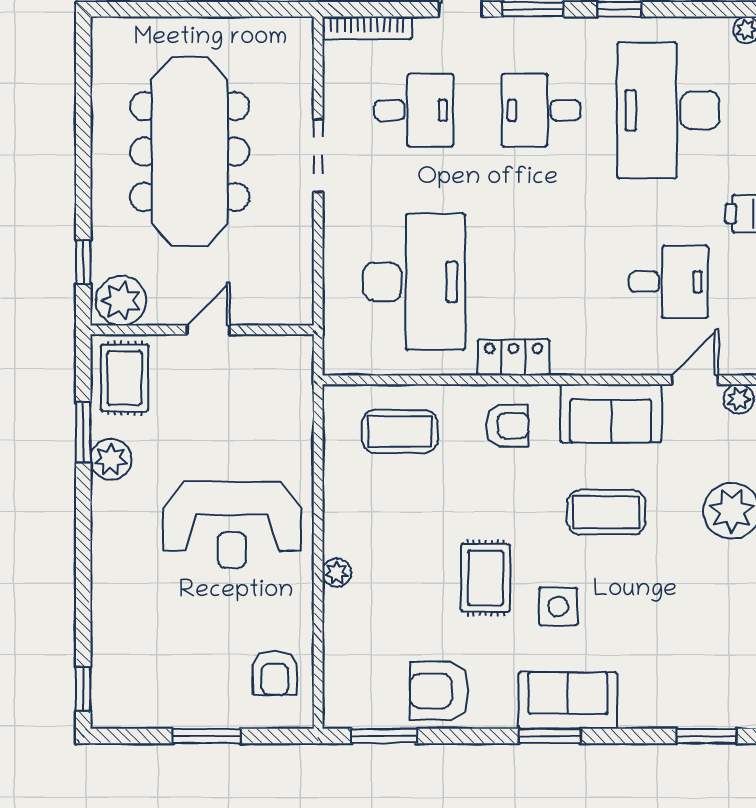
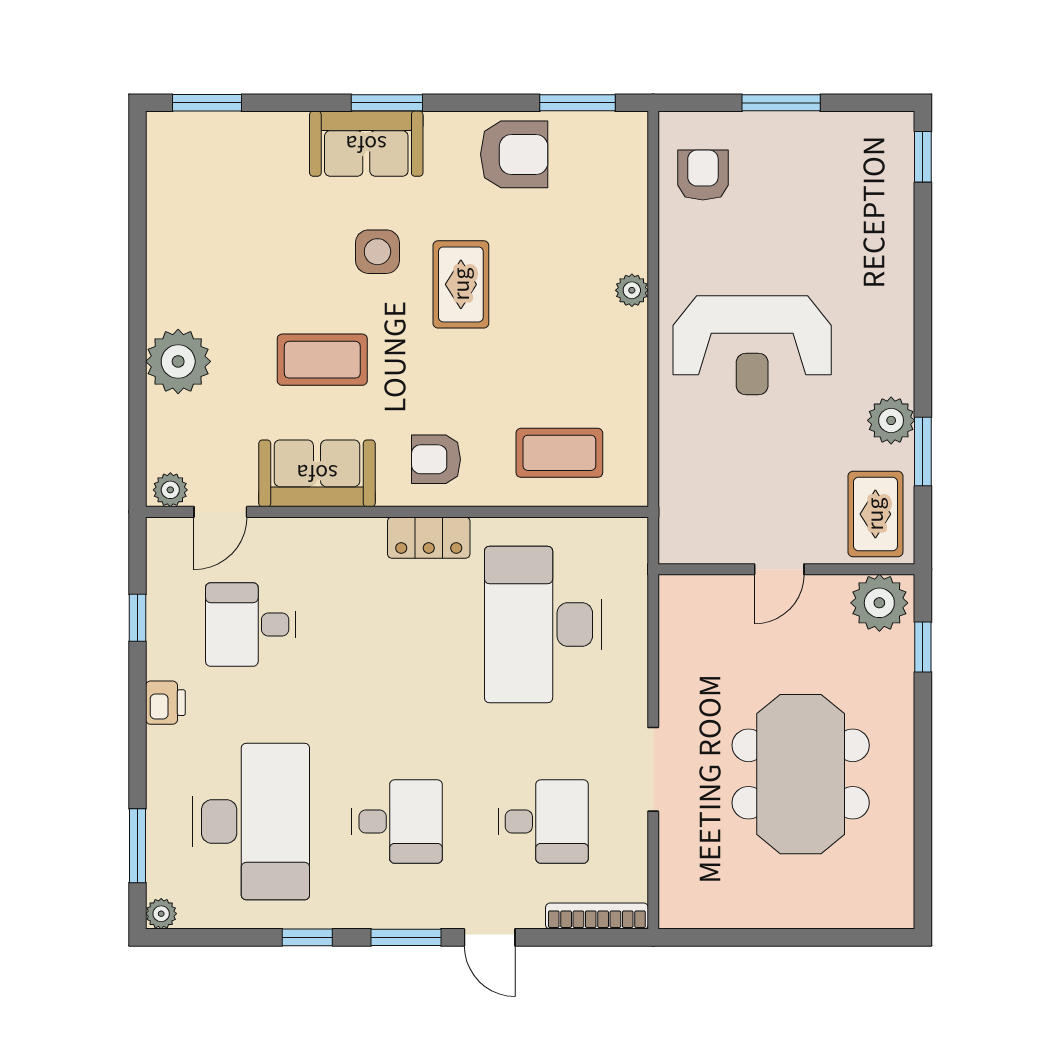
desk: (414, 110) -> (543, 822), turned 180
meeting table: (190, 152) -> (801, 774), width x0.73
reception desk: (232, 525) -> (752, 345), turned 180

